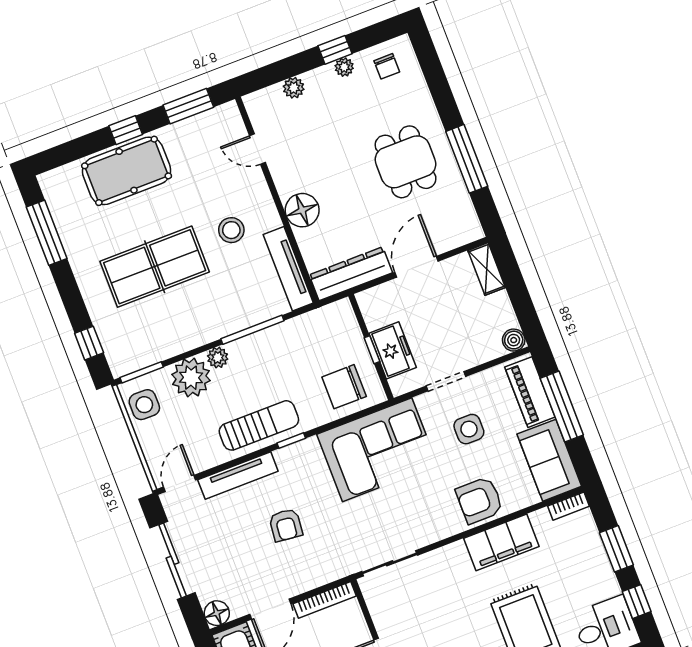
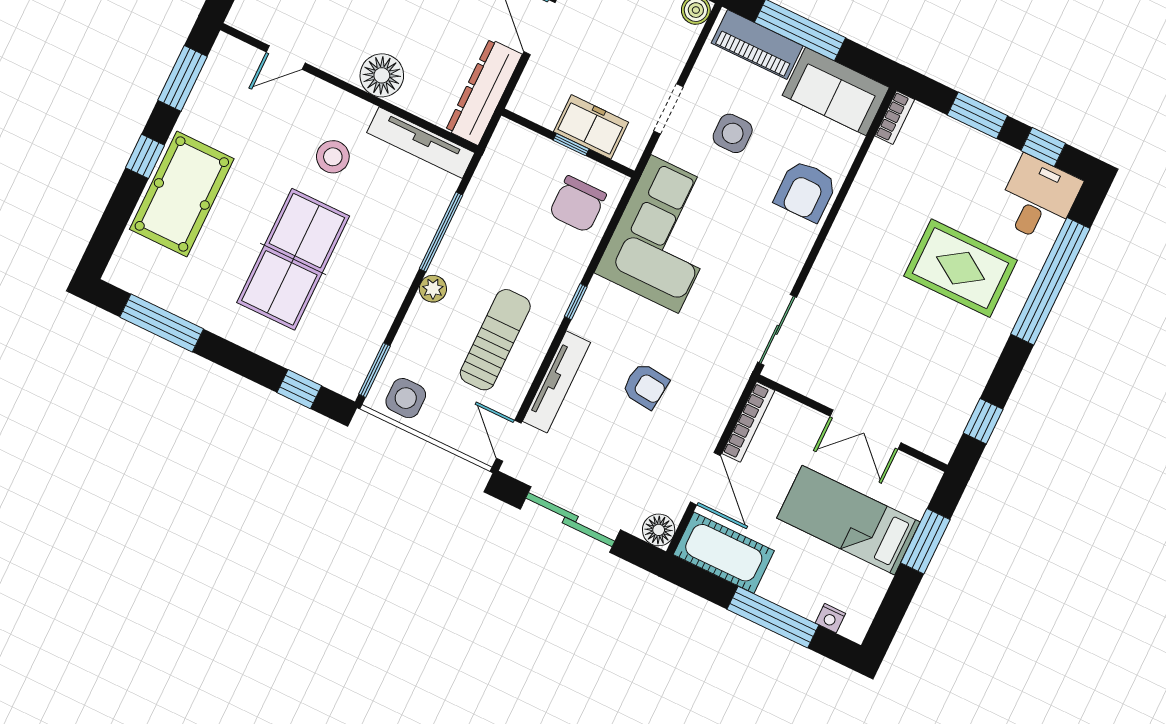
plant: (191, 378) -> (426, 331), removed
sun lounger: (259, 425) -> (495, 340), moved
filing cabinet: (501, 542) -> (864, 211), removed

